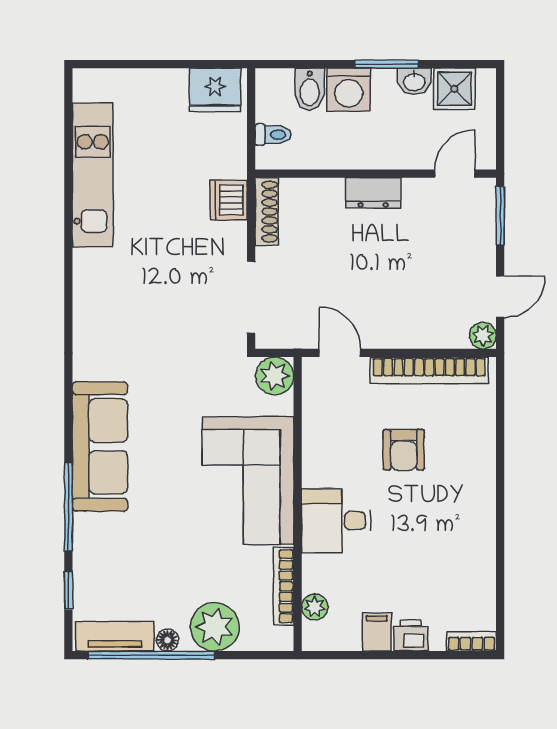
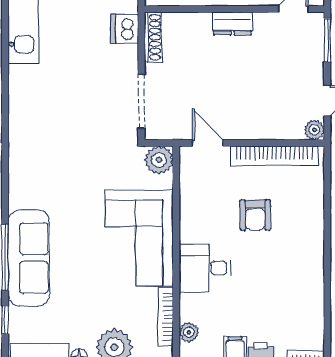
sofa: (100, 446) -> (29, 258), moved

